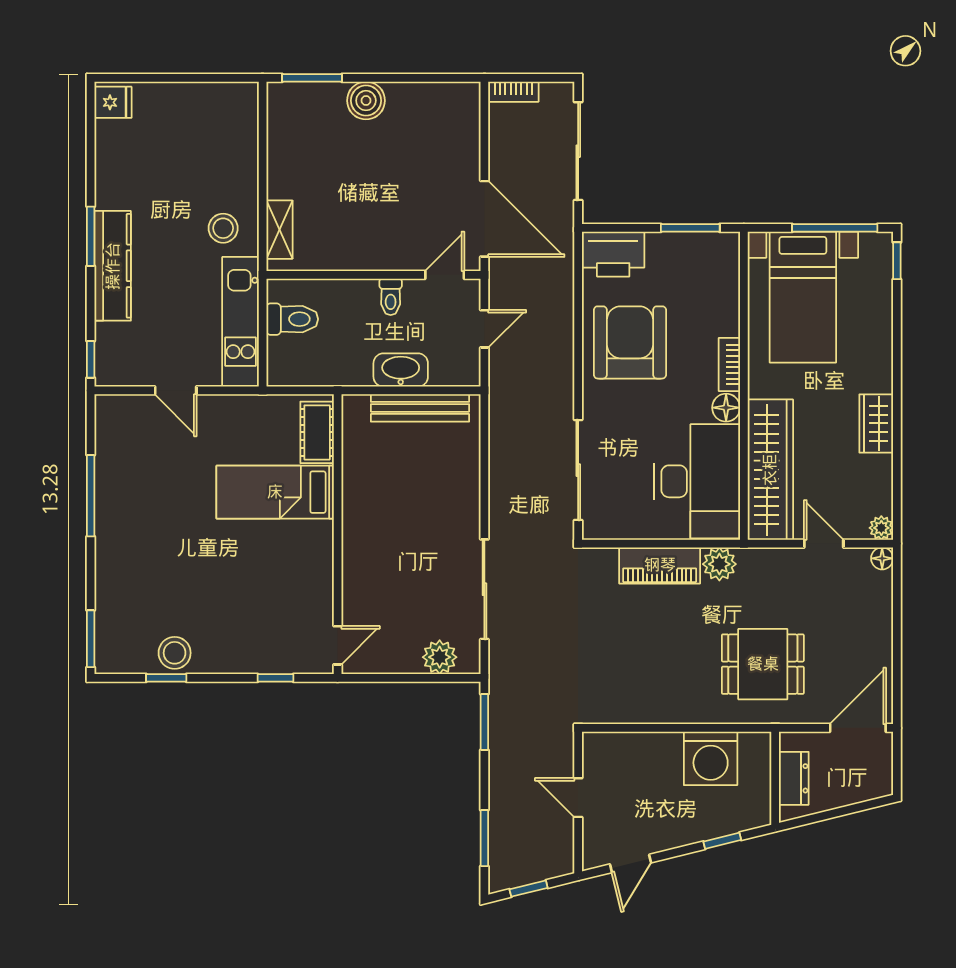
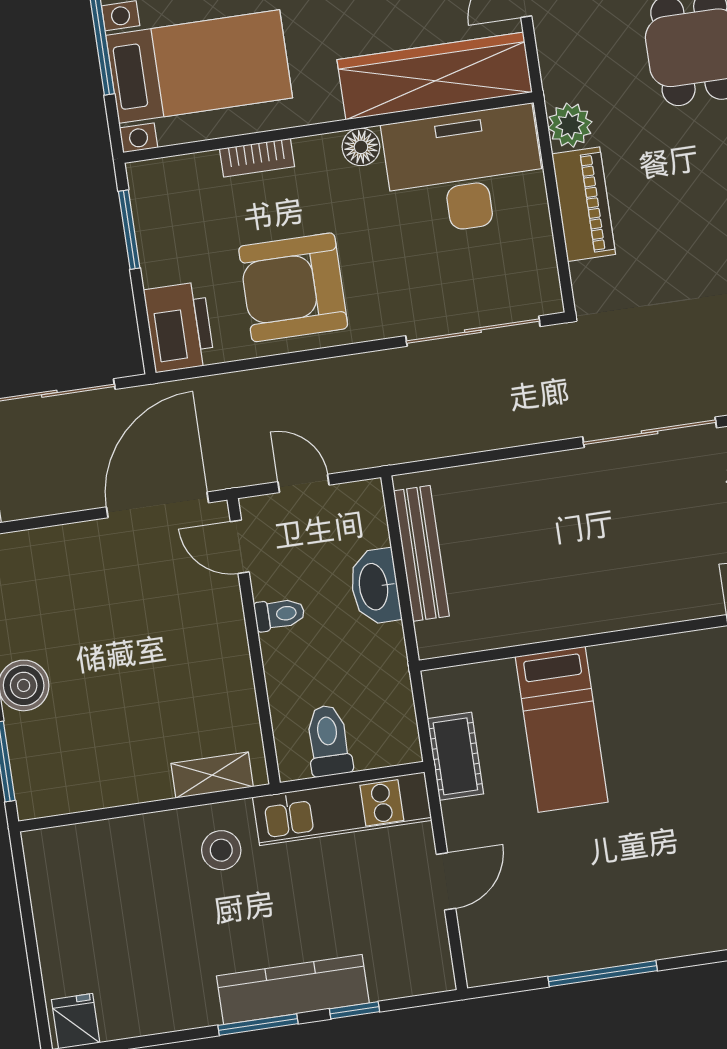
window: (91, 359) -> (354, 1010), moved
bookcase: (729, 364) -> (257, 158), moved
cot: (317, 432) -> (455, 756), moved, turned 90

